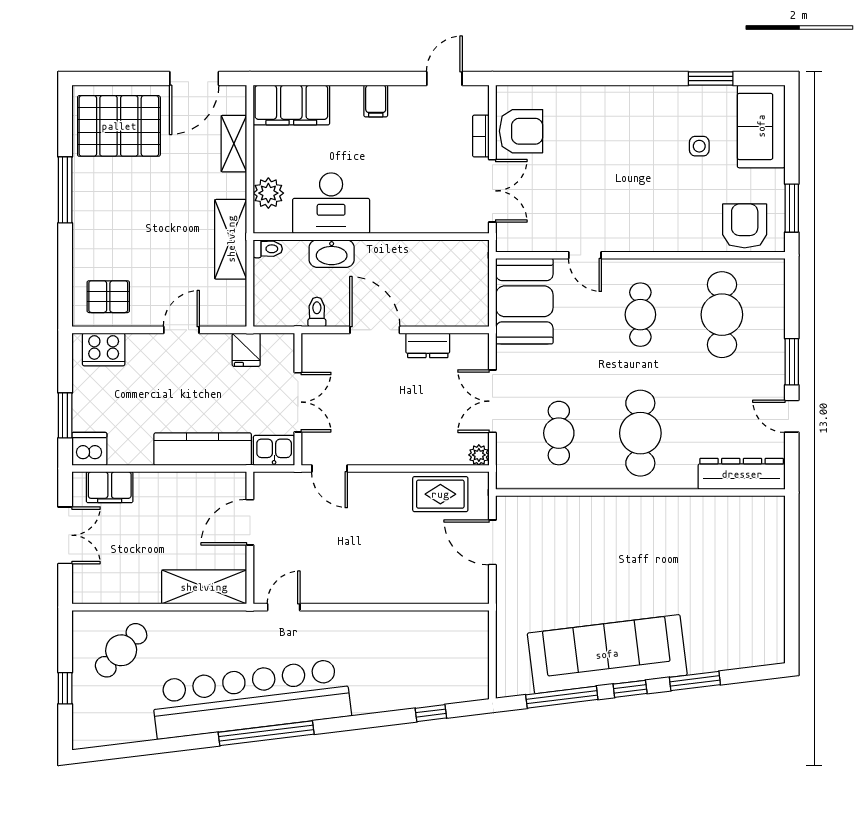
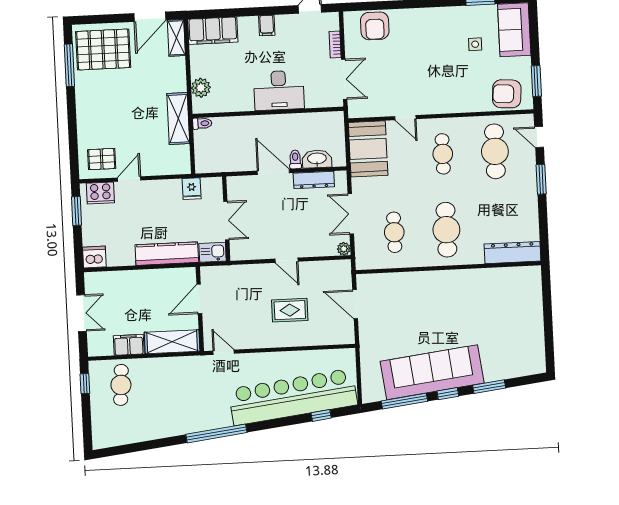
armchair: (521, 131) -> (375, 26), moved, turned 90
shelving: (234, 144) -> (176, 38), moved
window: (65, 190) -> (69, 65), moved
desk: (331, 203) -> (279, 90), moved
armchair: (745, 226) -> (507, 94), turned -86
washbasin: (332, 254) -> (317, 159), moved, turned 180
toilet: (317, 312) -> (295, 159), moved
door: (181, 330) -> (129, 179), moved
dresser: (428, 345) -> (314, 180), width x1.44
window: (65, 415) -> (77, 211), moved
door: (792, 416) -> (539, 137), moved
door: (330, 468) -> (286, 260), moved
filing cabinet: (110, 487) -> (129, 345), moved, turned 180
rug: (440, 494) -> (290, 310), moved
door: (284, 607) -> (224, 352), hinge flipped
cafe table: (121, 650) -> (121, 385), turned -39
window: (65, 688) -> (85, 384), moved
bar counter: (251, 699) -> (293, 397), moved

